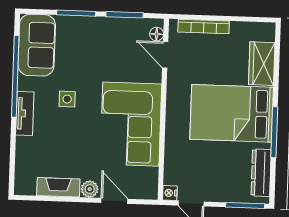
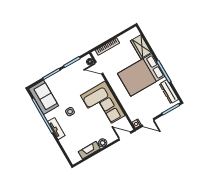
door: (114, 201) -> (125, 136), moved

